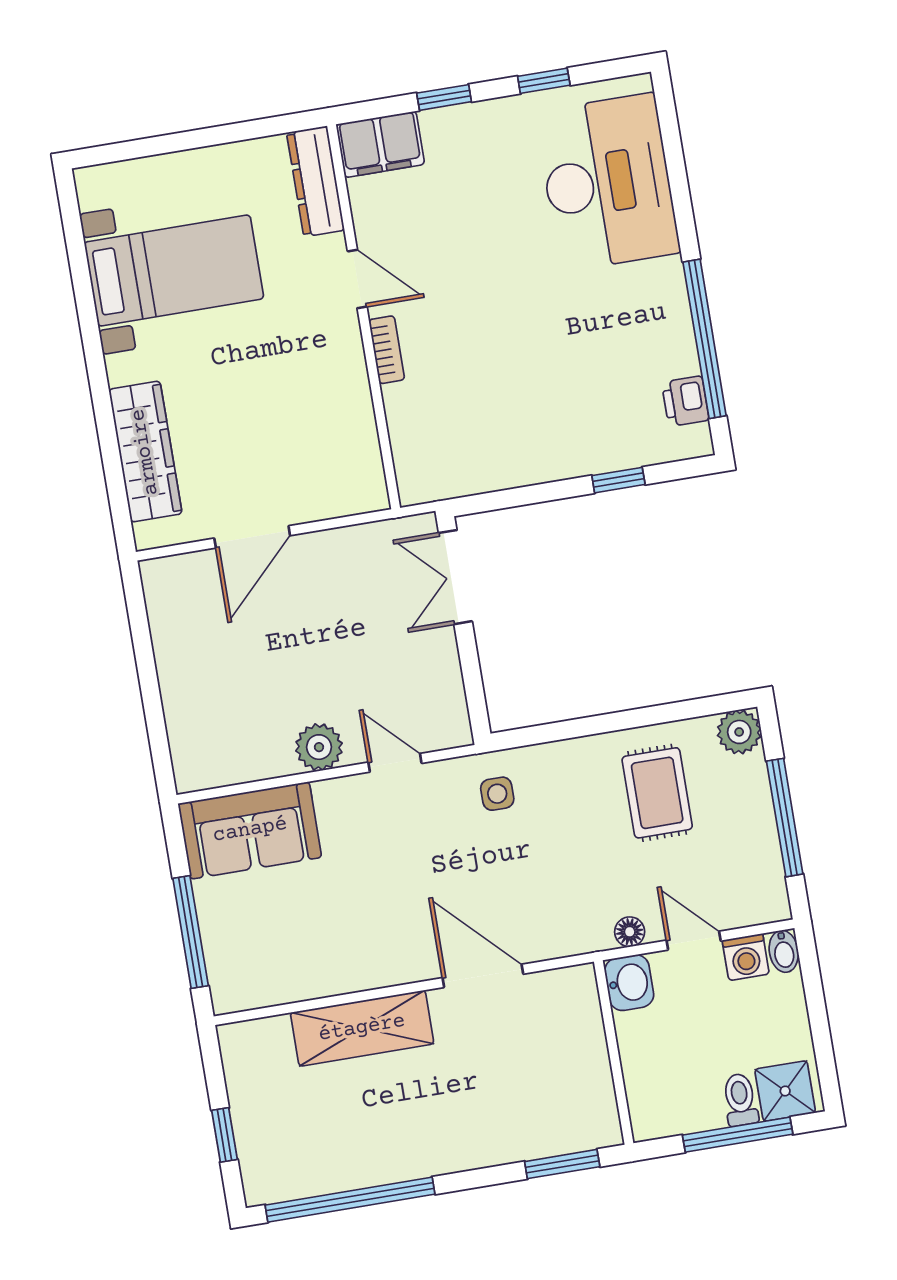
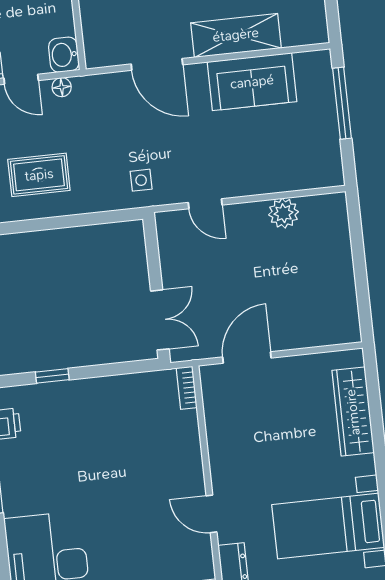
bookcase: (387, 350) -> (187, 388), moved
door: (252, 537) -> (247, 358), moved
plant: (319, 747) -> (283, 213), moved
rug: (657, 793) -> (39, 175), turned 90
sofa: (250, 830) -> (252, 82), moved, turned 180

